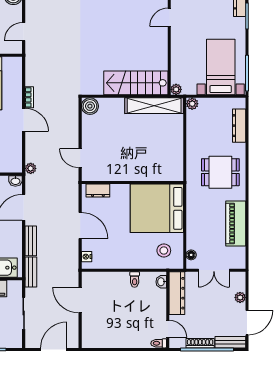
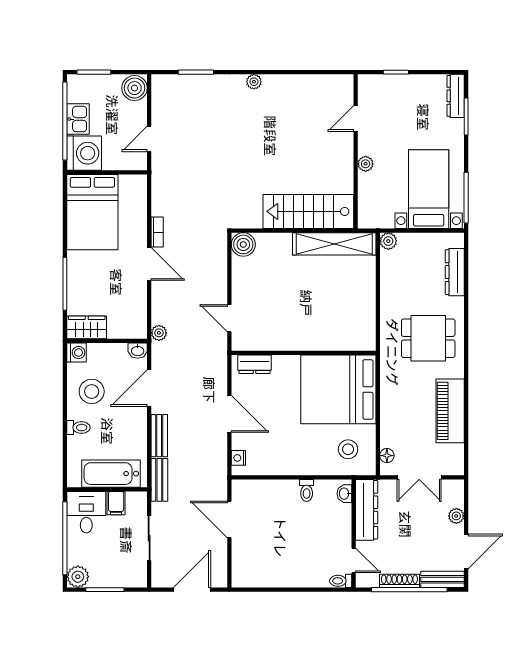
plant: (176, 89) -> (366, 164), moved

